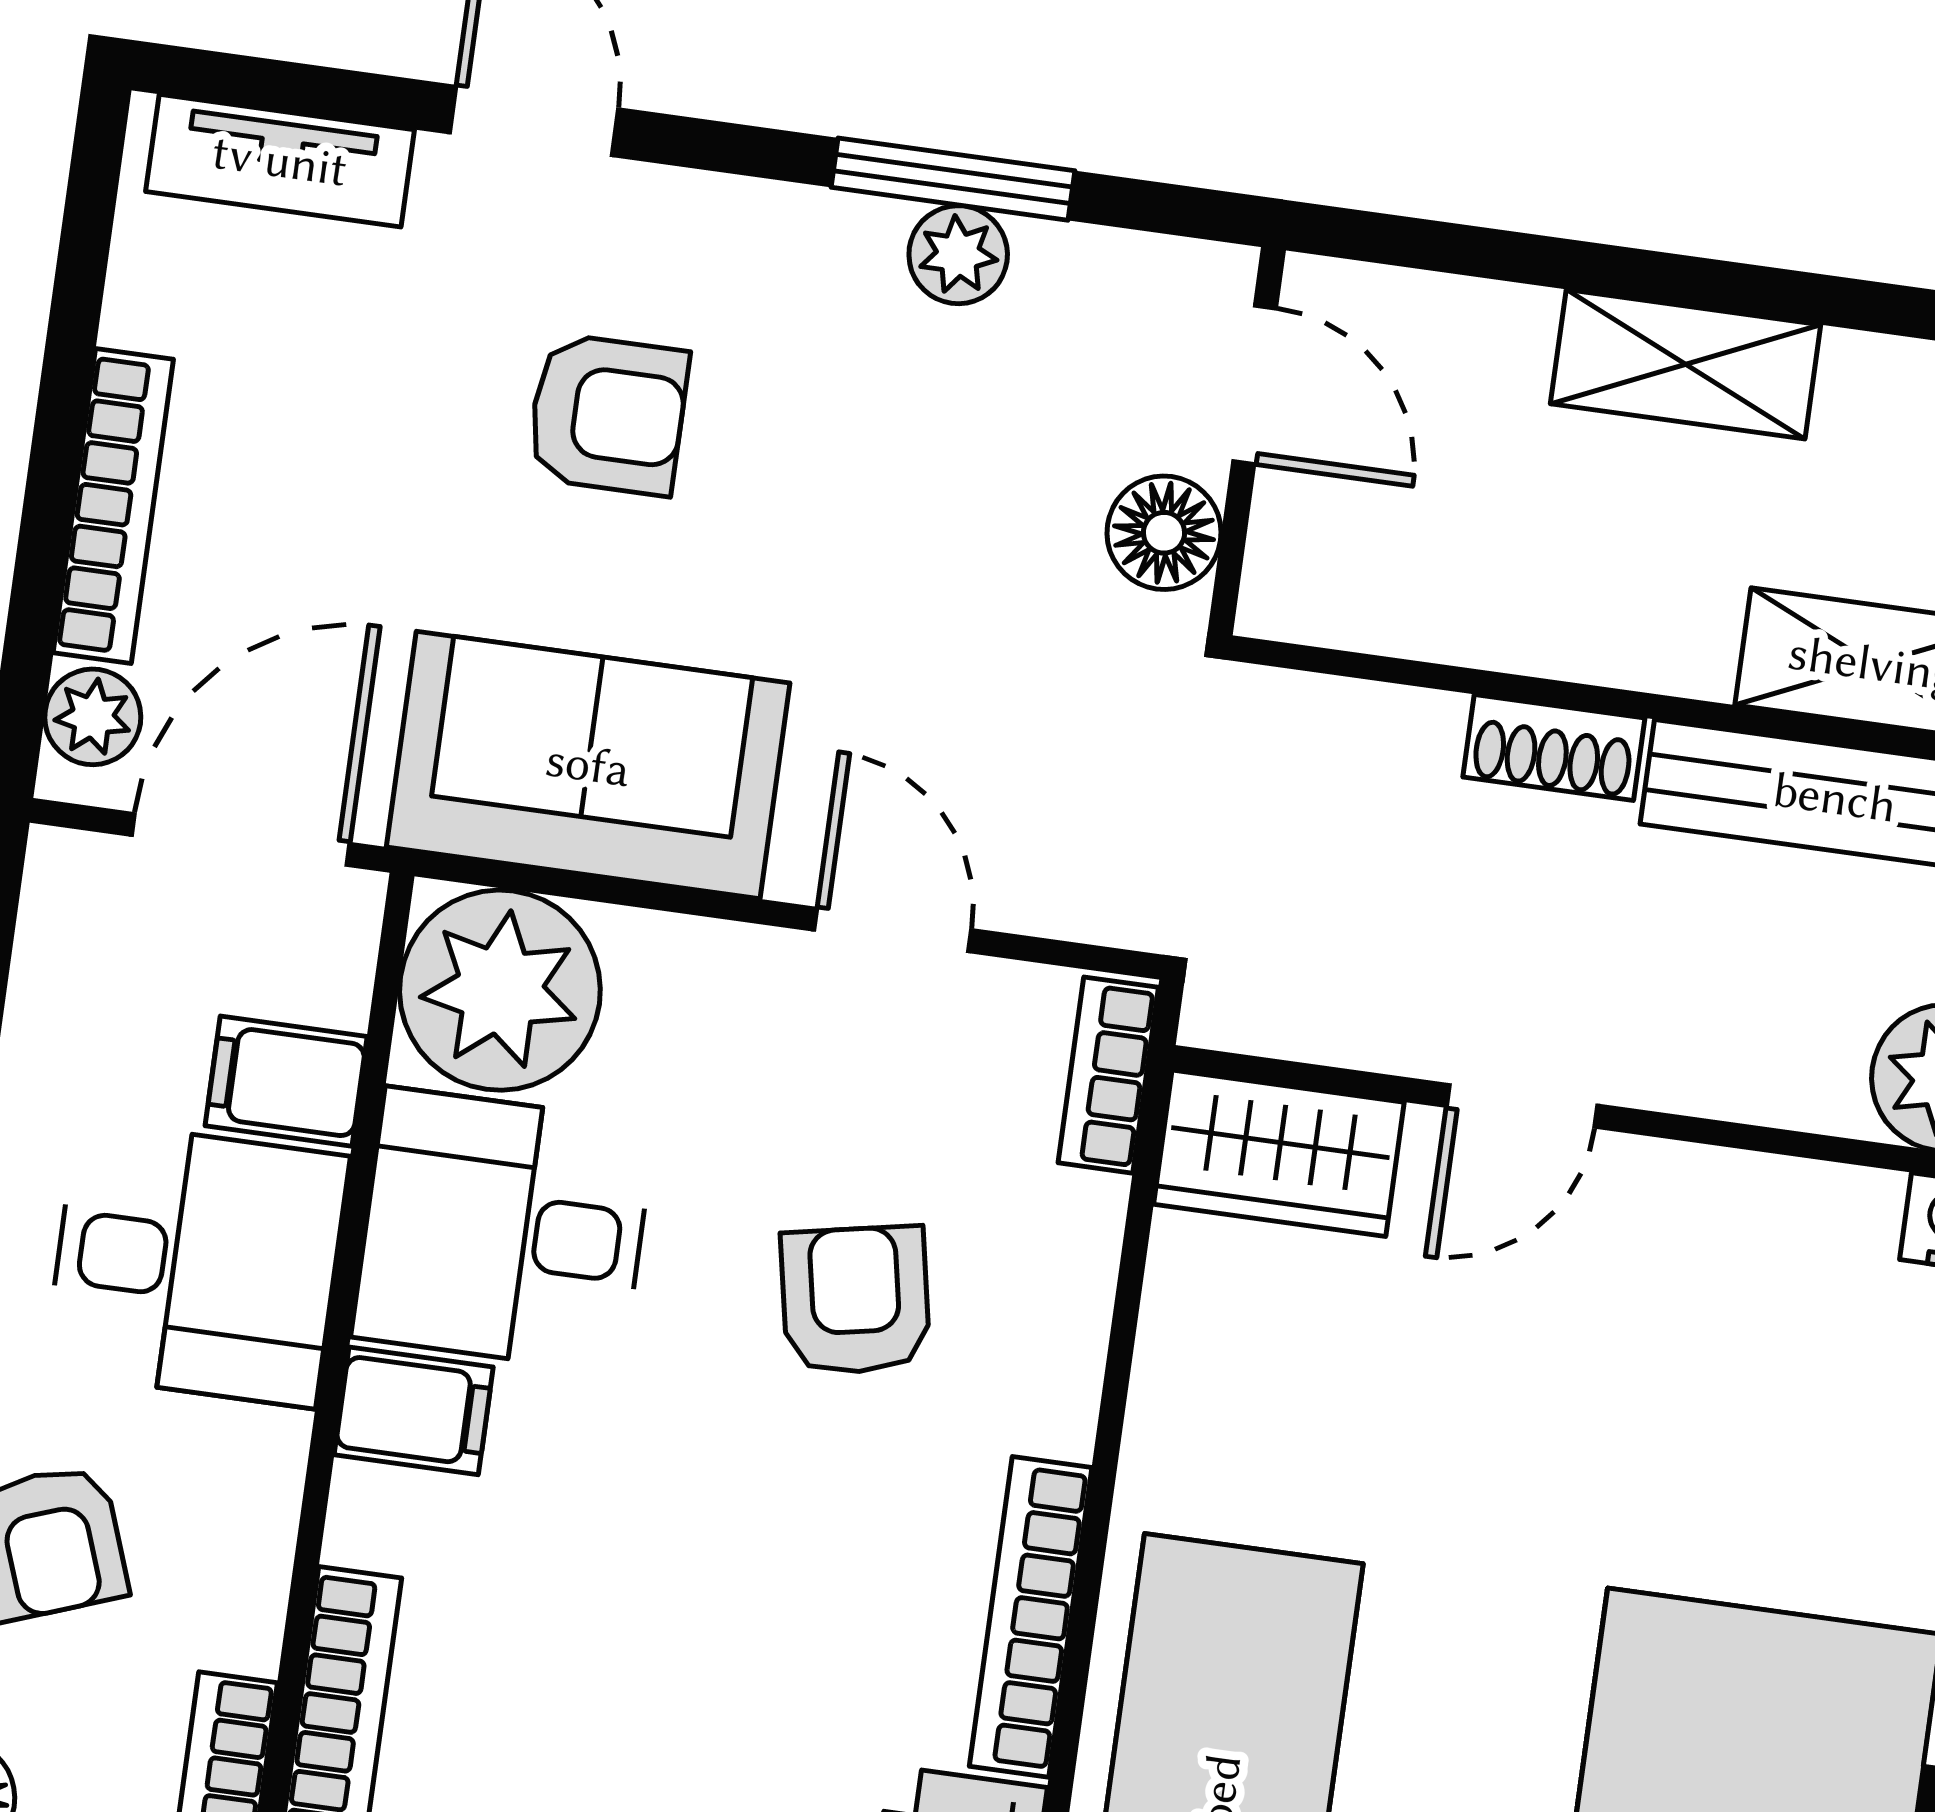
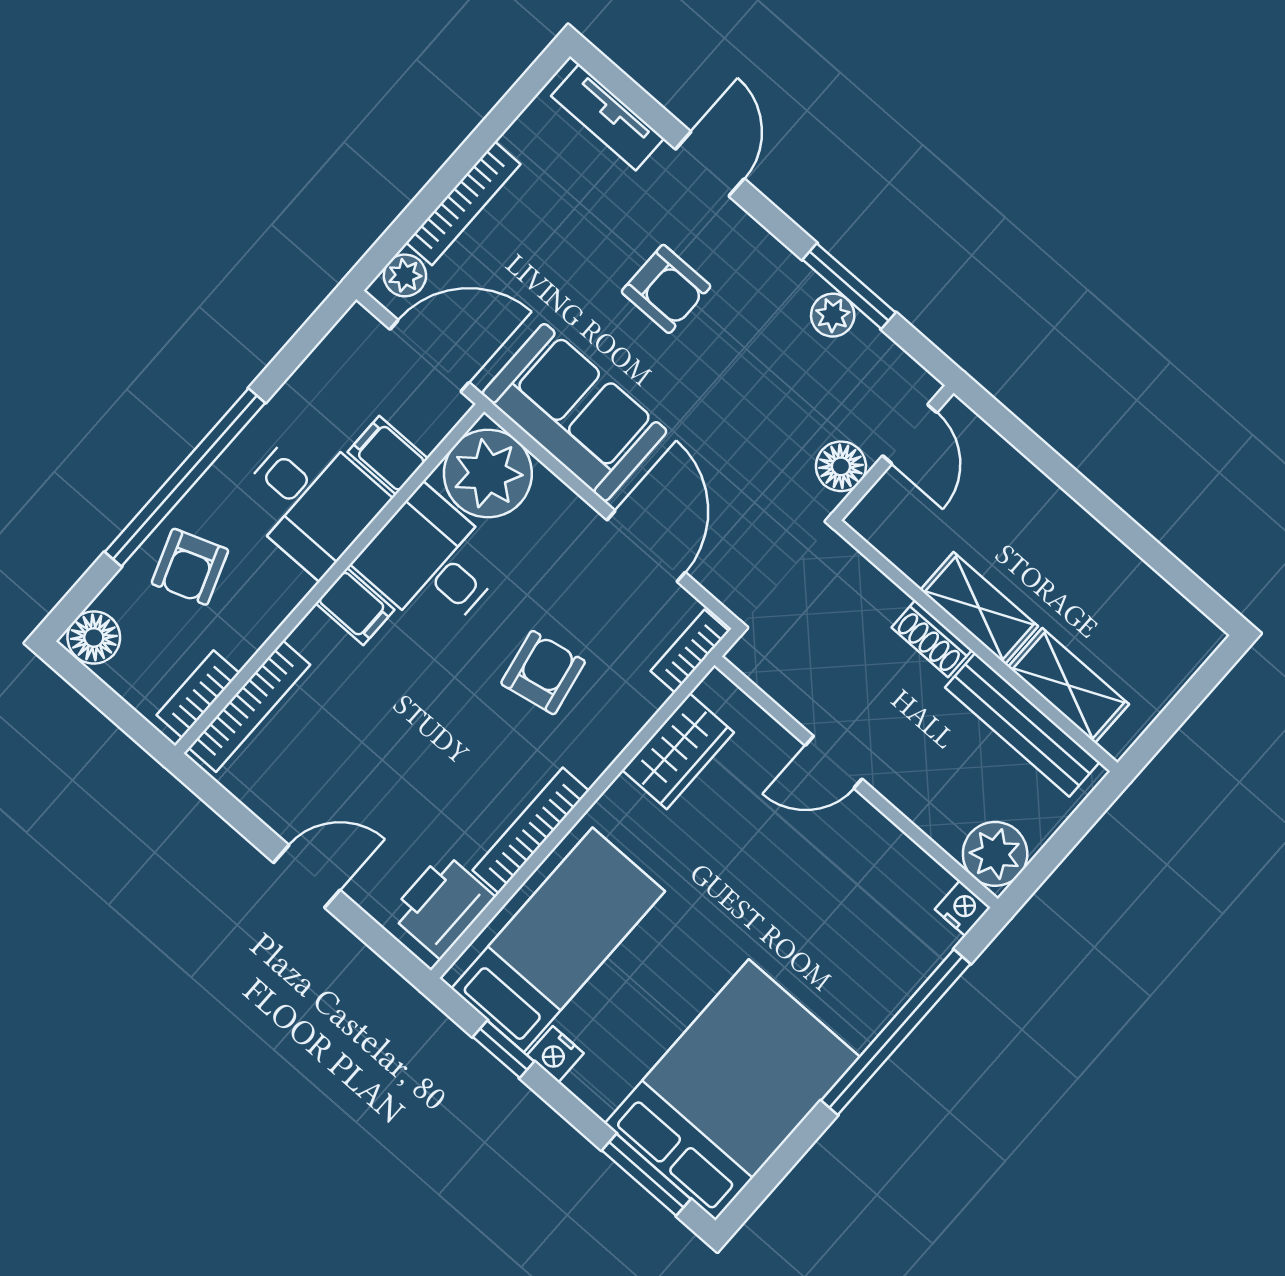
shelving: (1686, 364) -> (979, 608), moved
door: (893, 930) -> (646, 546), width x1.38
wardrobe: (1279, 1153) -> (678, 751), moved, turned -90

